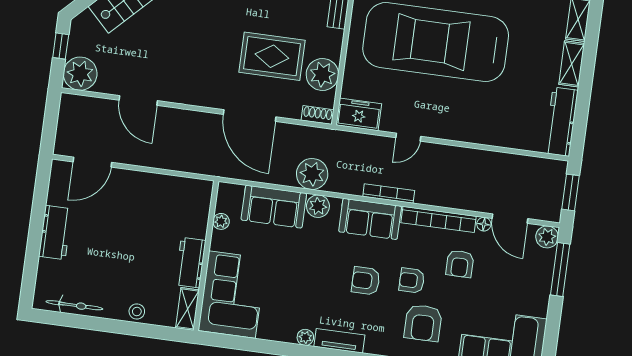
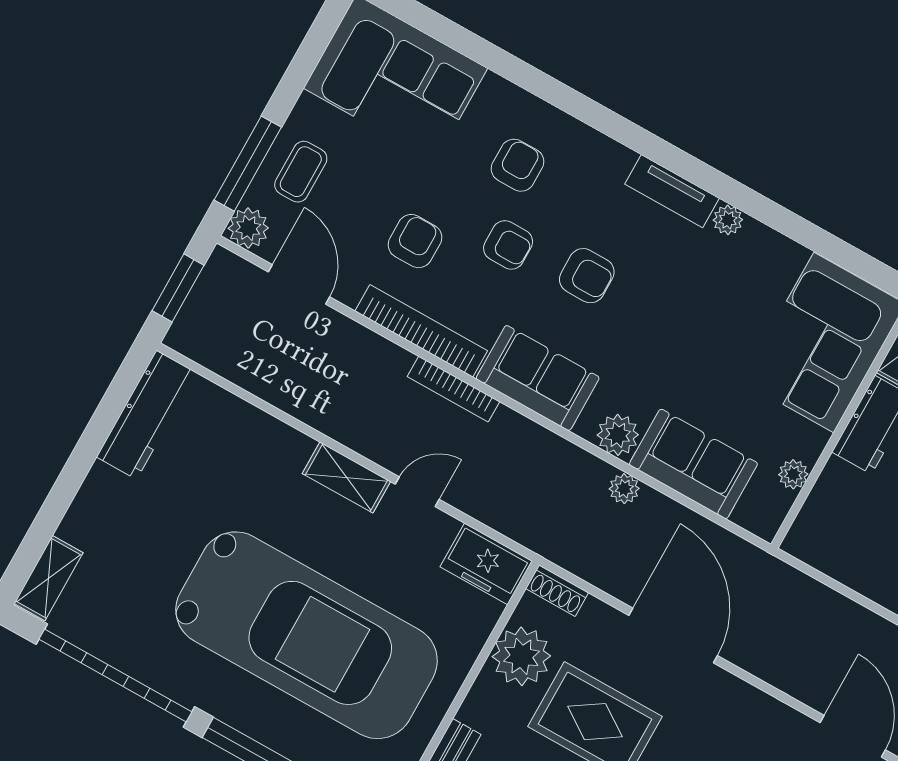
shelving: (572, 64) -> (346, 477), moved, turned 90
plant: (312, 174) -> (624, 489), width x0.53, depth x0.53
bookcase: (389, 194) -> (454, 389), moved
floor lamp: (484, 224) -> (347, 292), removed
coffee table: (532, 276) -> (301, 172), added
armchair: (423, 323) -> (517, 165), width x0.72, depth x0.72

